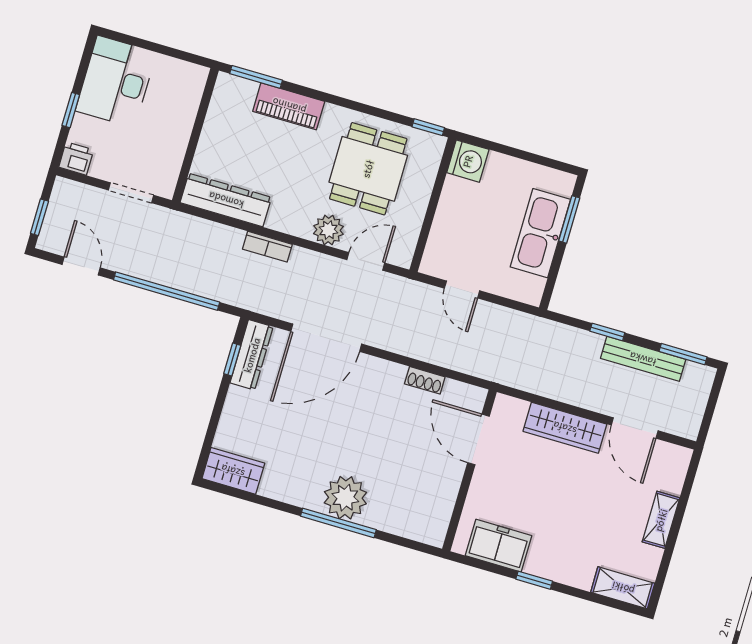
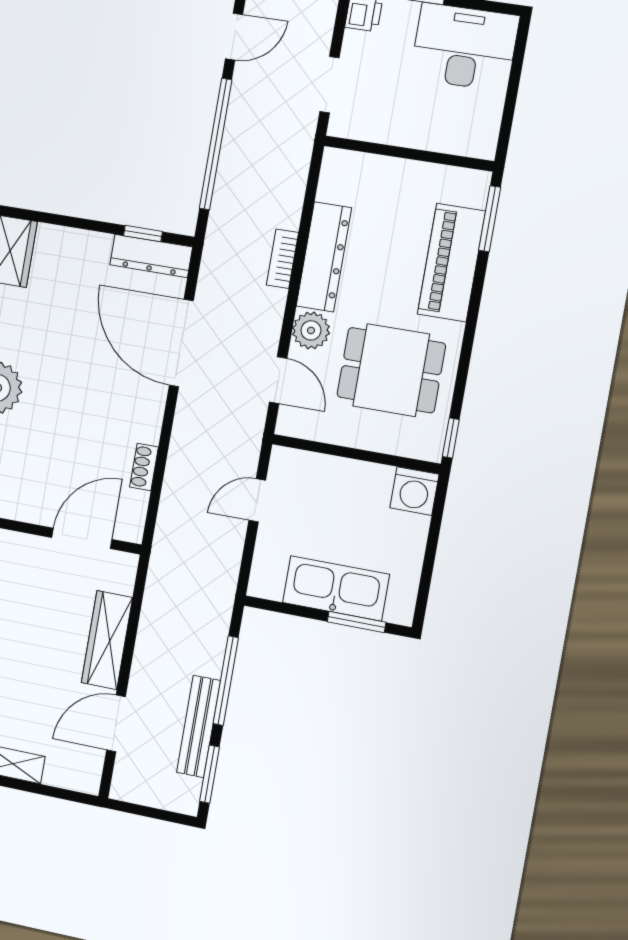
piano: (289, 106) -> (451, 263), width x1.37, depth x1.33
dresser: (226, 200) -> (324, 257), moved
window: (607, 332) -> (226, 681), width x2.17

